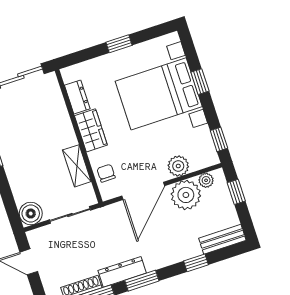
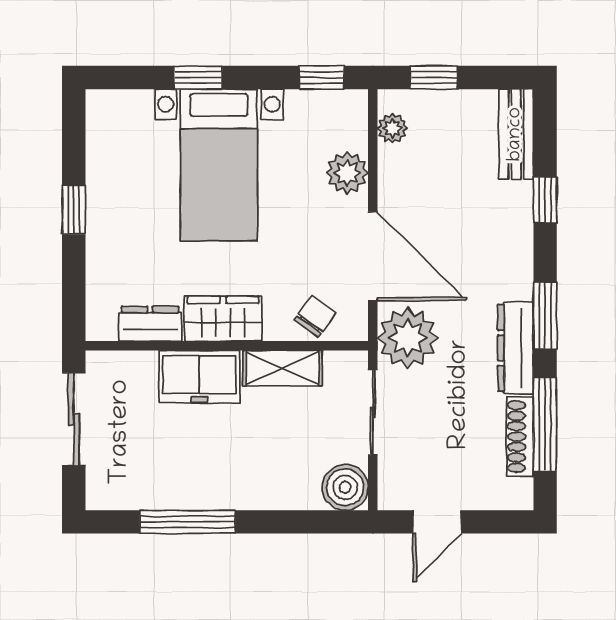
bed with nightstands: (159, 94) -> (219, 165), width x0.73
freezer: (60, 128) -> (199, 377), added
chair: (106, 173) -> (315, 316), turned 126
plant: (186, 195) -> (408, 338), moved

